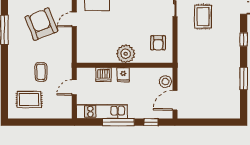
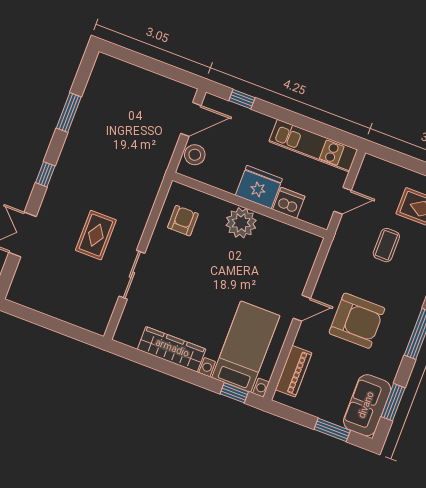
armchair: (41, 24) -> (357, 321), turned -68
fridge: (123, 75) -> (259, 187), width x1.88, depth x1.34
window: (118, 122) -> (294, 119), removed

